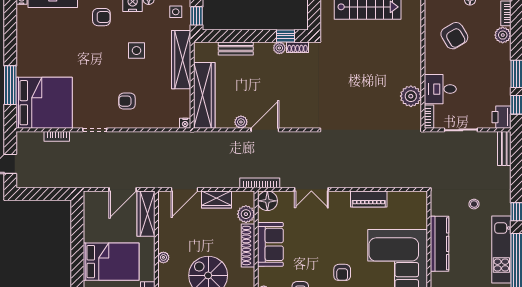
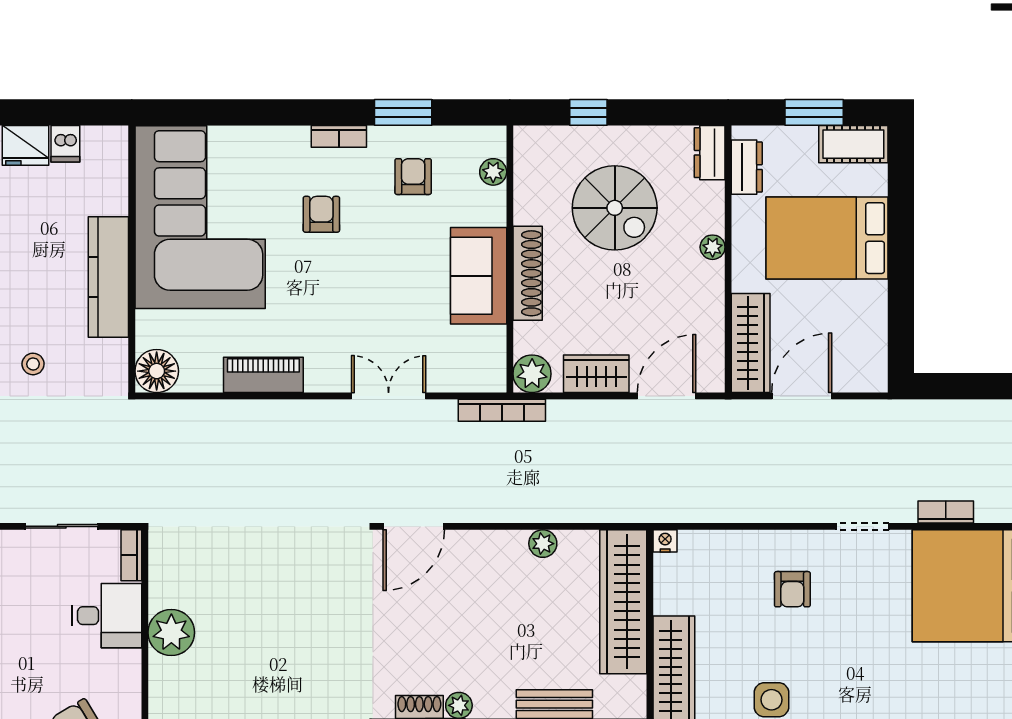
plant: (411, 96) -> (171, 632), moved
armchair: (127, 101) -> (792, 589), turned 90
door: (265, 130) -> (414, 526), moved
floor lamp: (267, 201) -> (157, 371), moved
plant: (246, 214) -> (532, 374), moved

